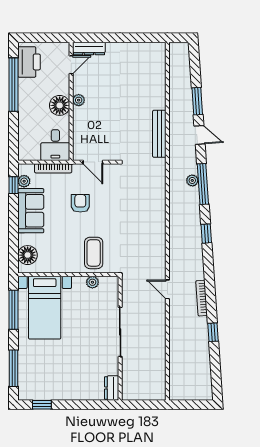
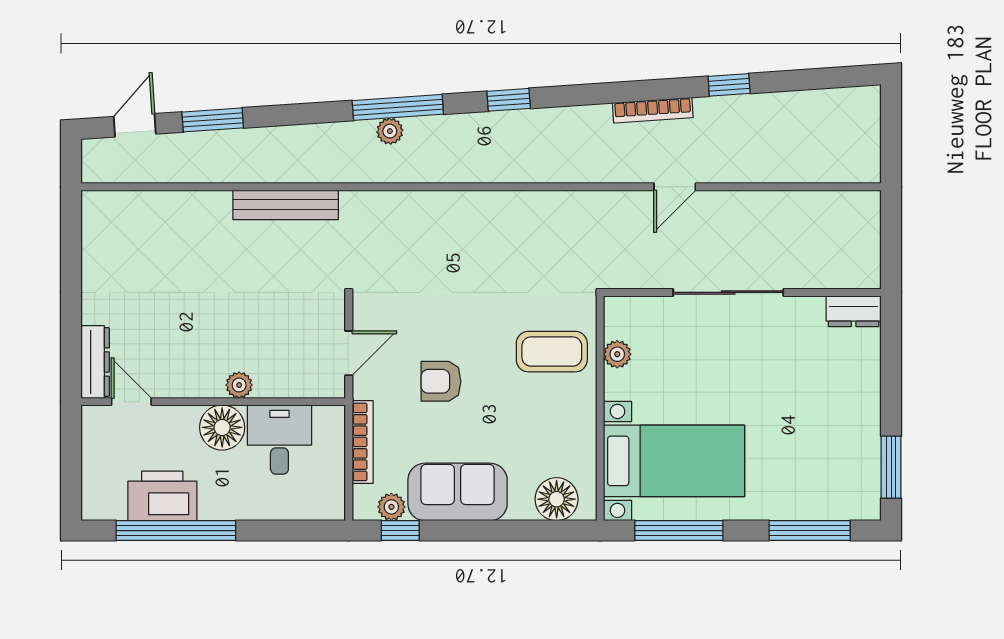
printer: (29, 62) -> (162, 496), moved
plant: (79, 100) -> (239, 385), moved
door: (200, 135) -> (135, 125), moved
desk: (55, 145) -> (279, 440), moved, turned -90
door: (167, 289) -> (675, 187), moved
window: (42, 405) -> (891, 467), width x1.50

